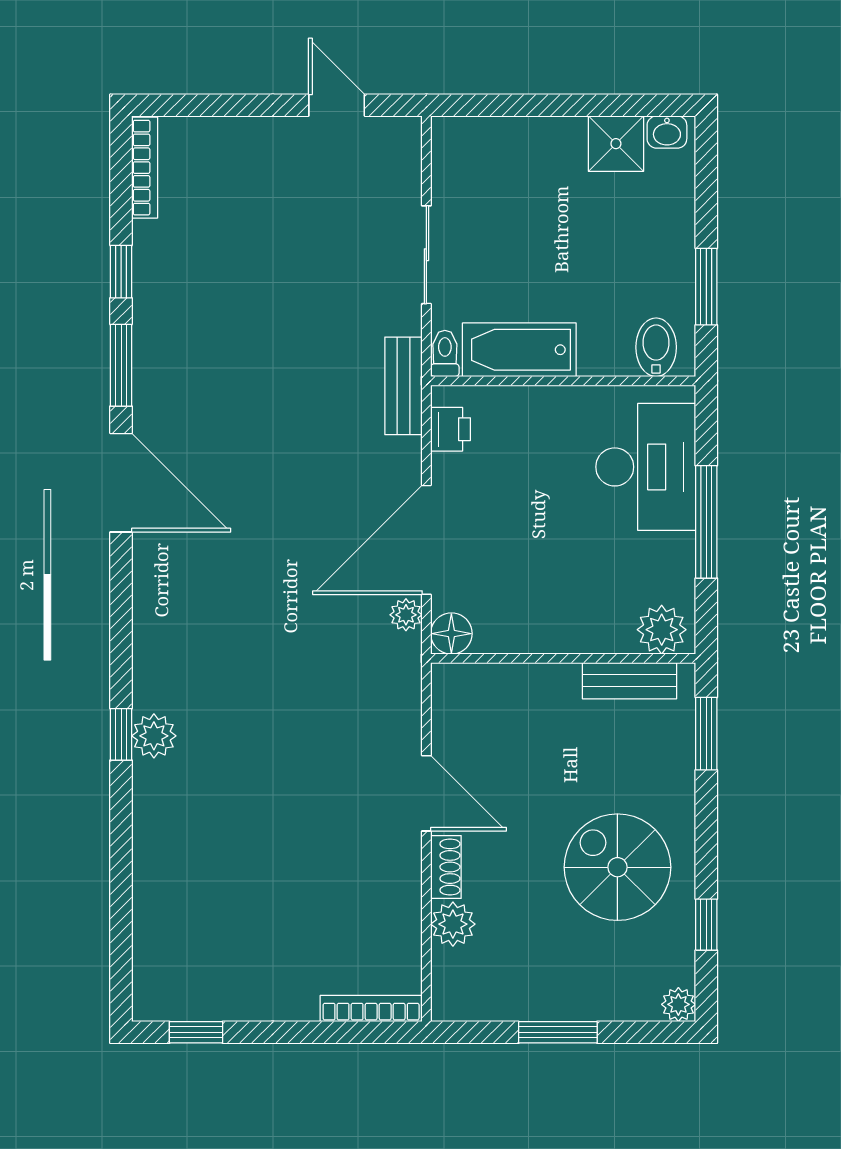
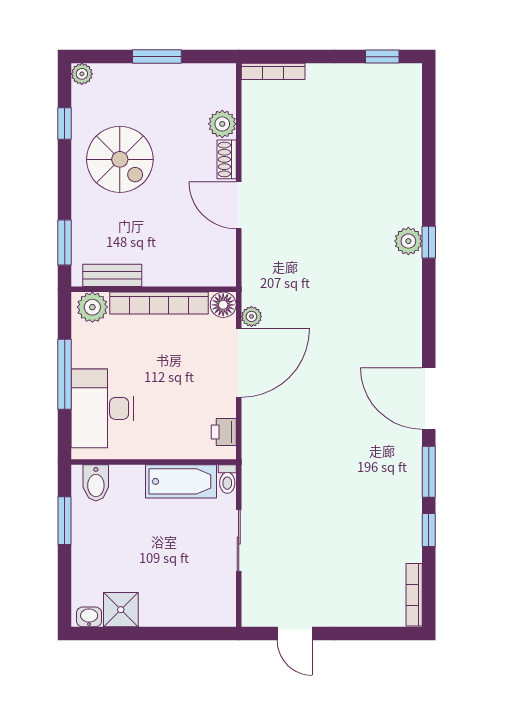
bench: (404, 386) -> (253, 459), removed
bookcase: (555, 636) -> (159, 303), added

